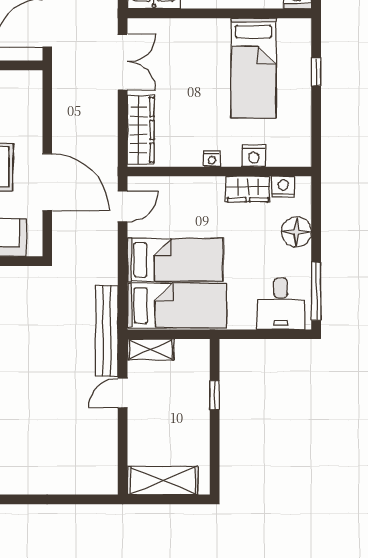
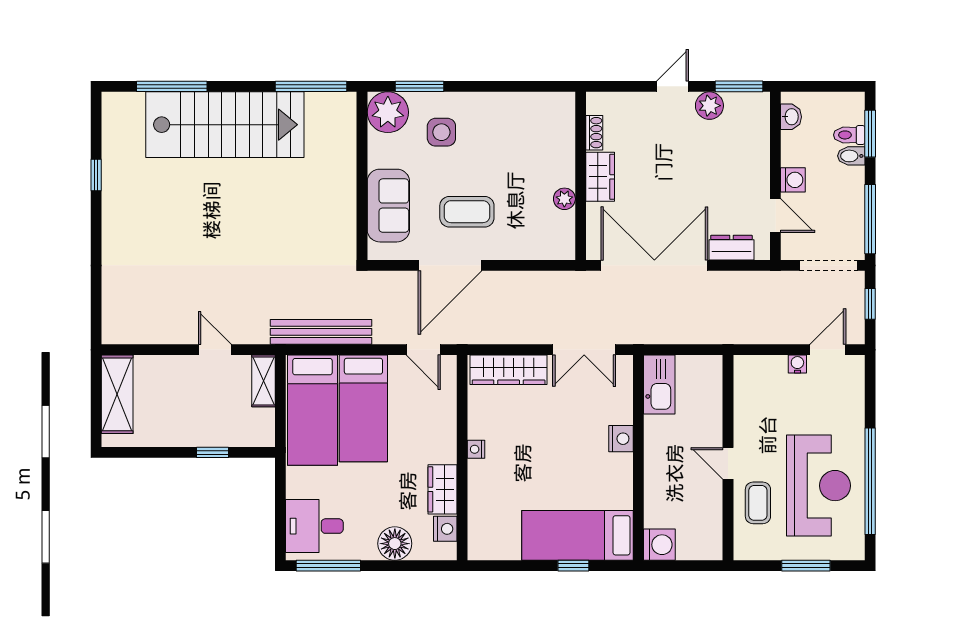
bed: (254, 68) -> (578, 535), moved
nightstand: (254, 156) -> (621, 439), moved, turned 180
bench: (107, 331) -> (321, 332), moved

